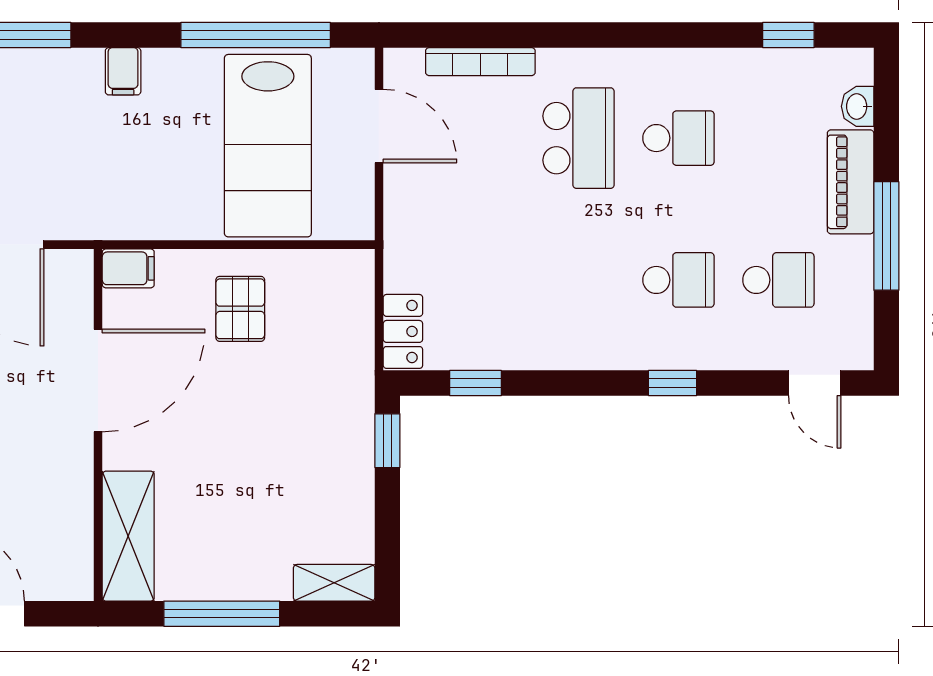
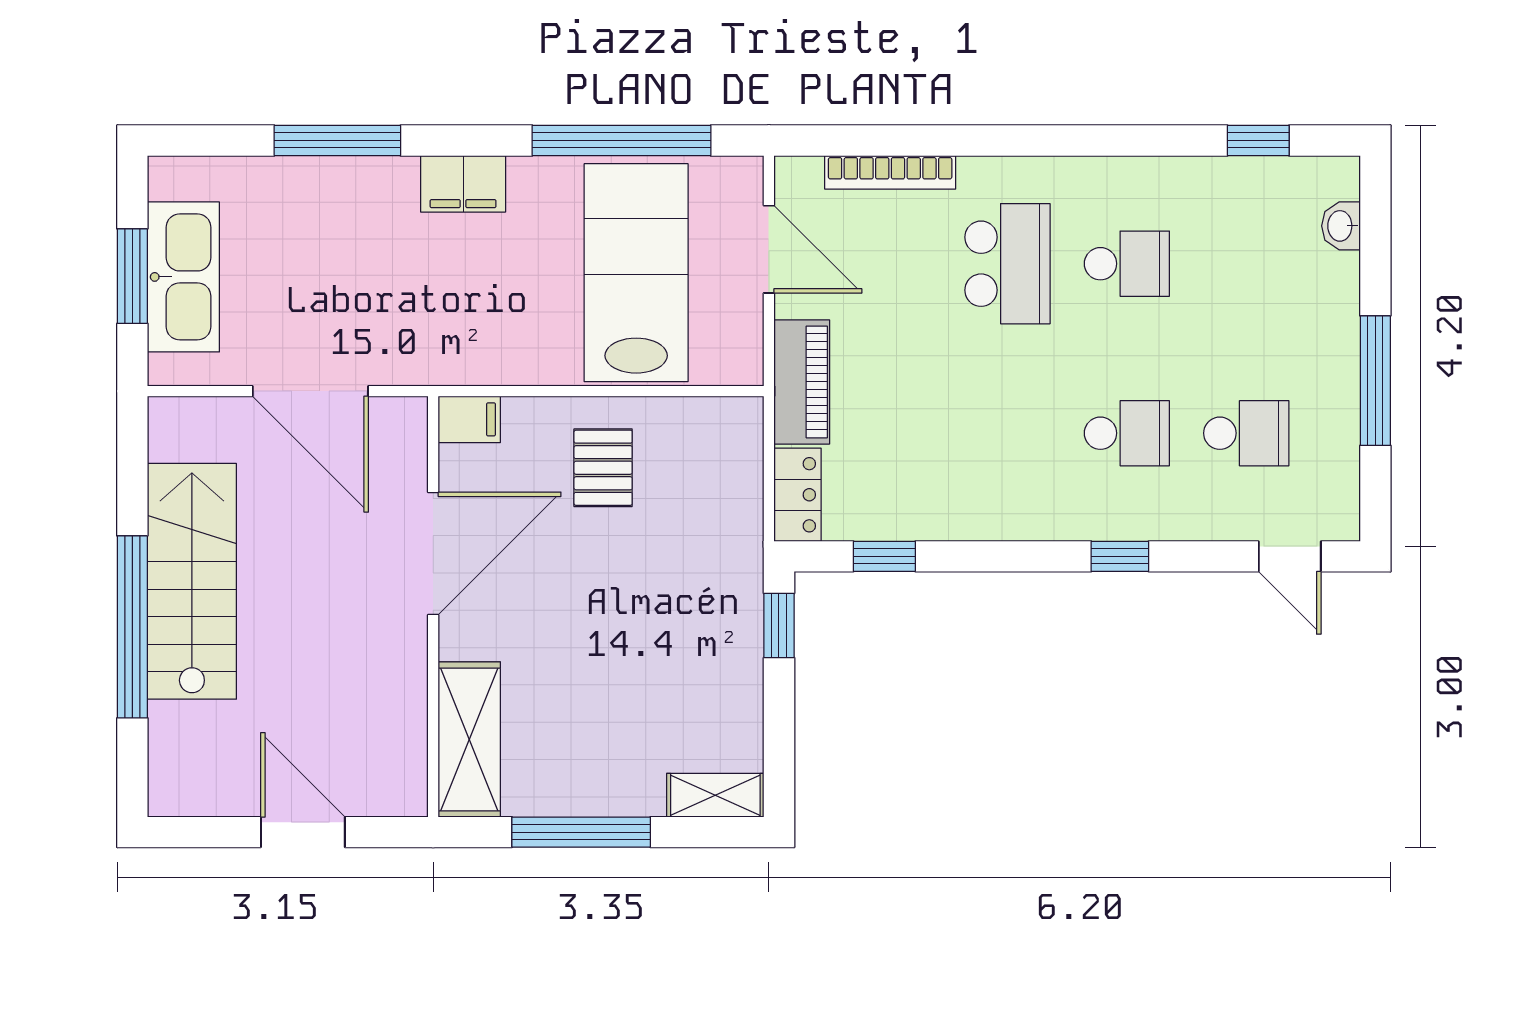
filing cabinet: (123, 71) -> (463, 184), width x2.00
lab bench: (268, 146) -> (636, 273), turned 180
piano: (851, 182) -> (802, 382), moved, turned 180

